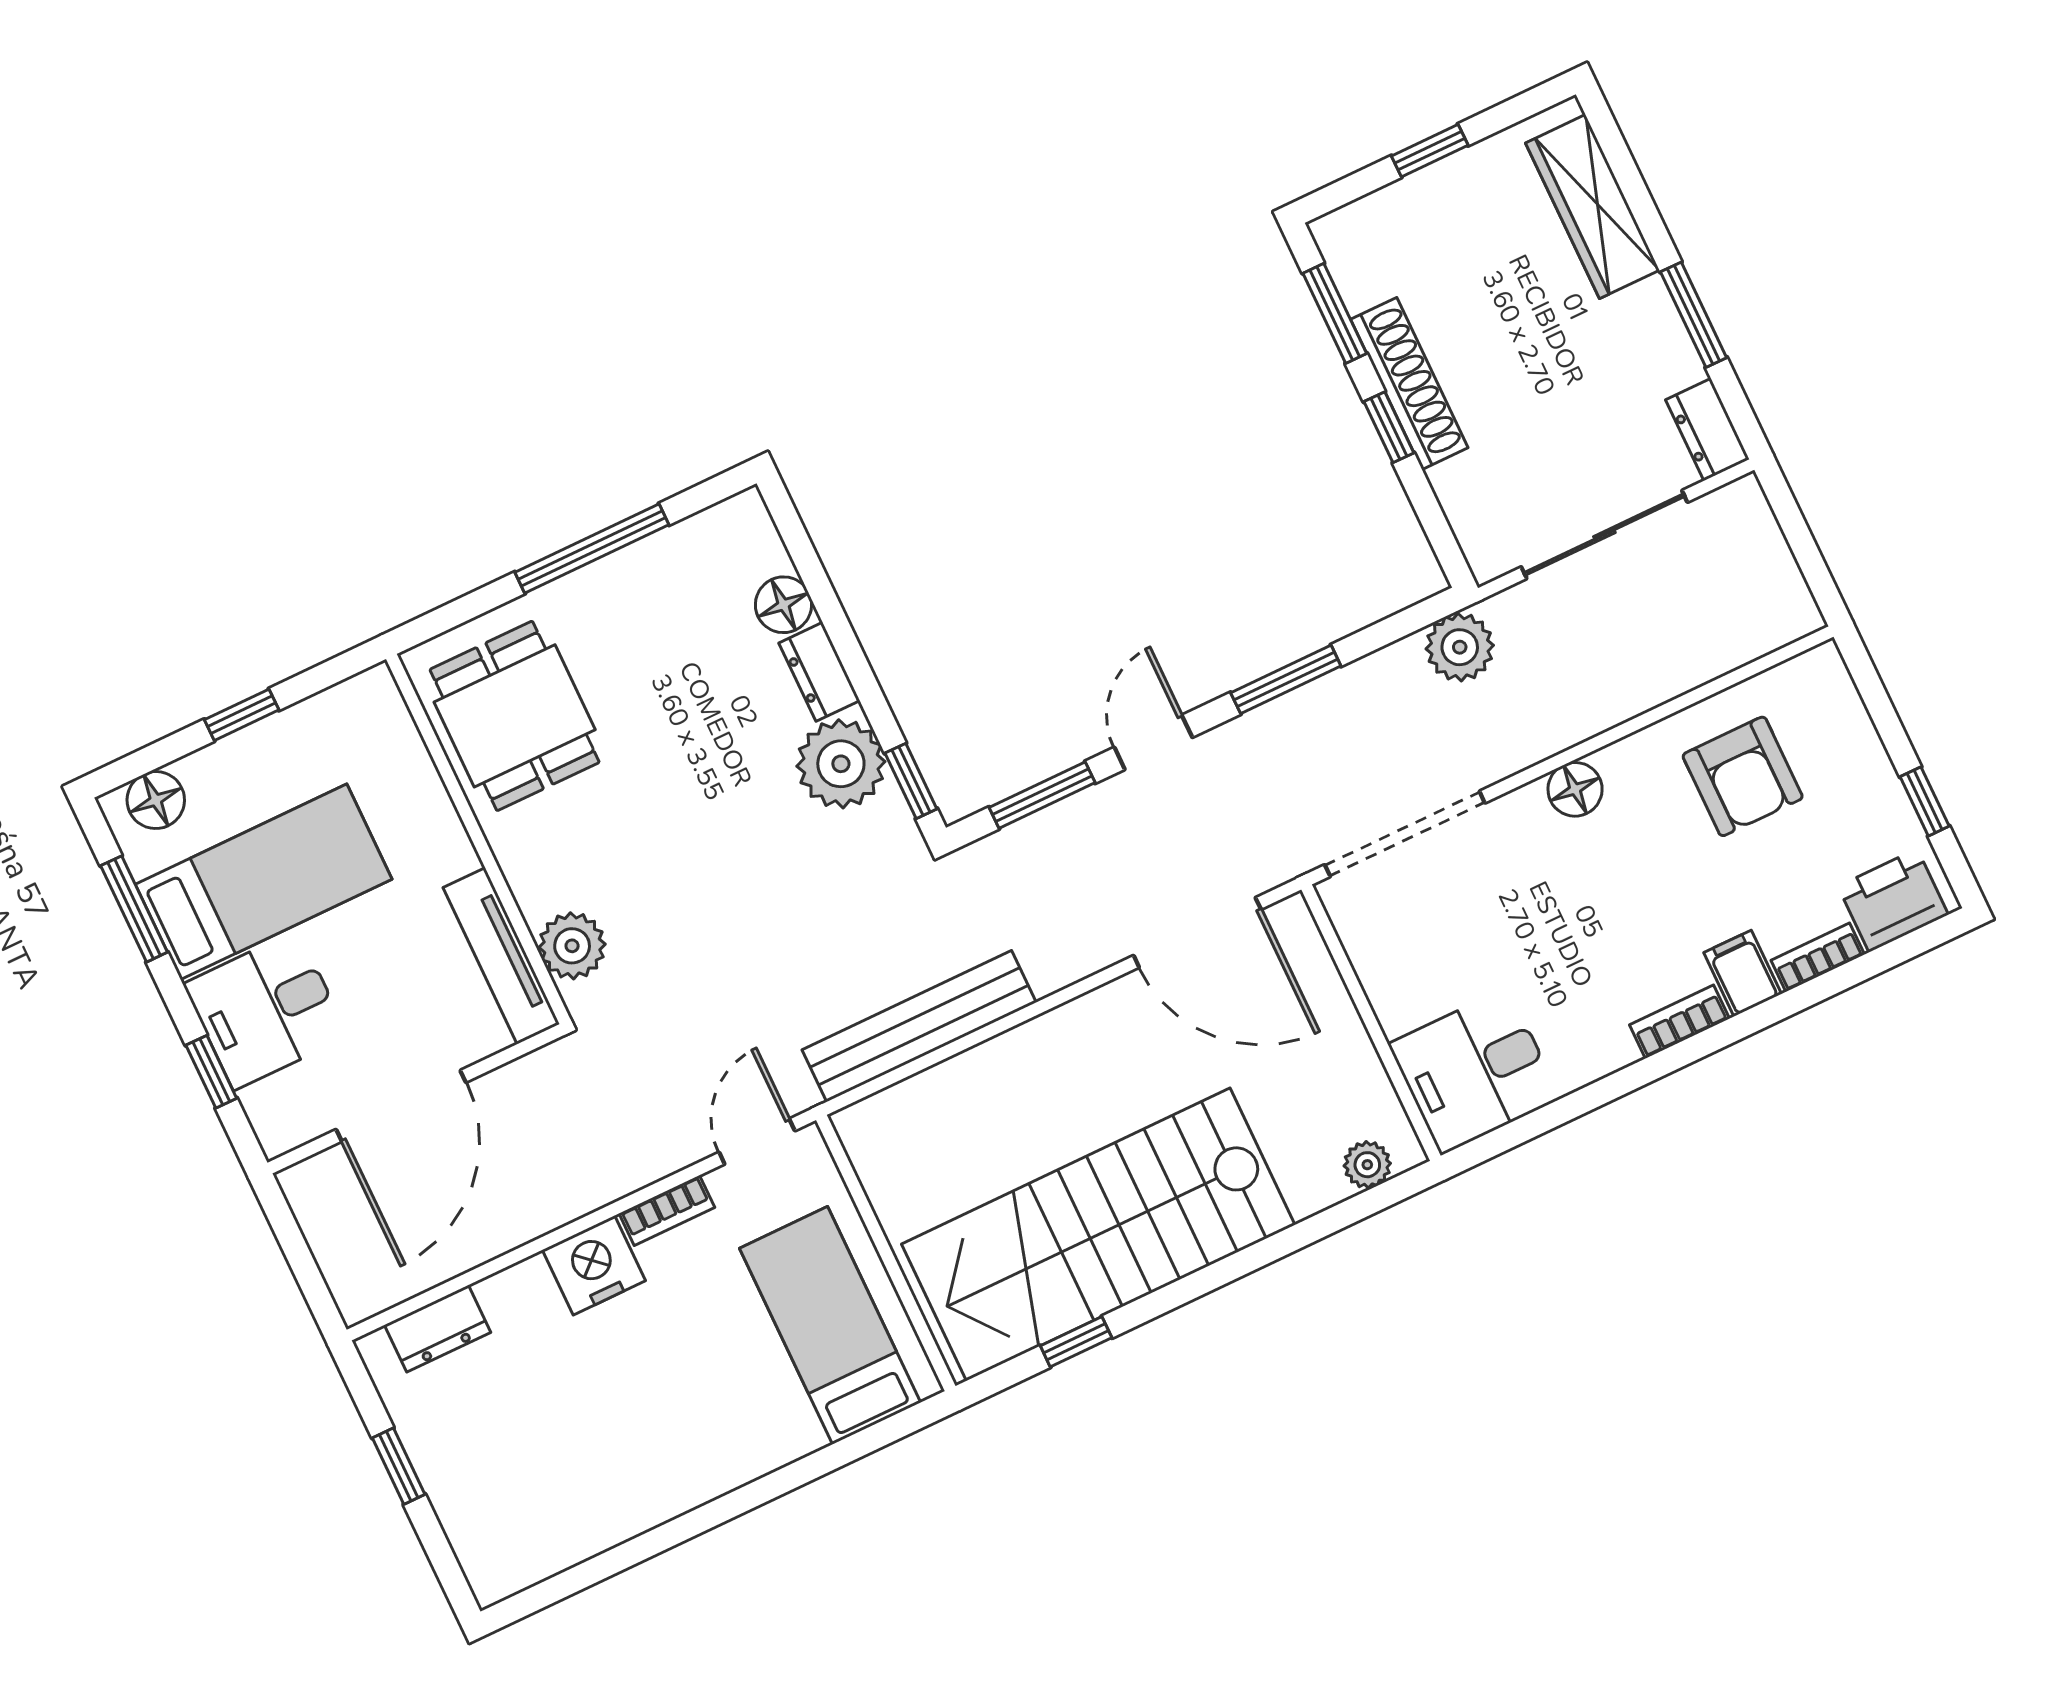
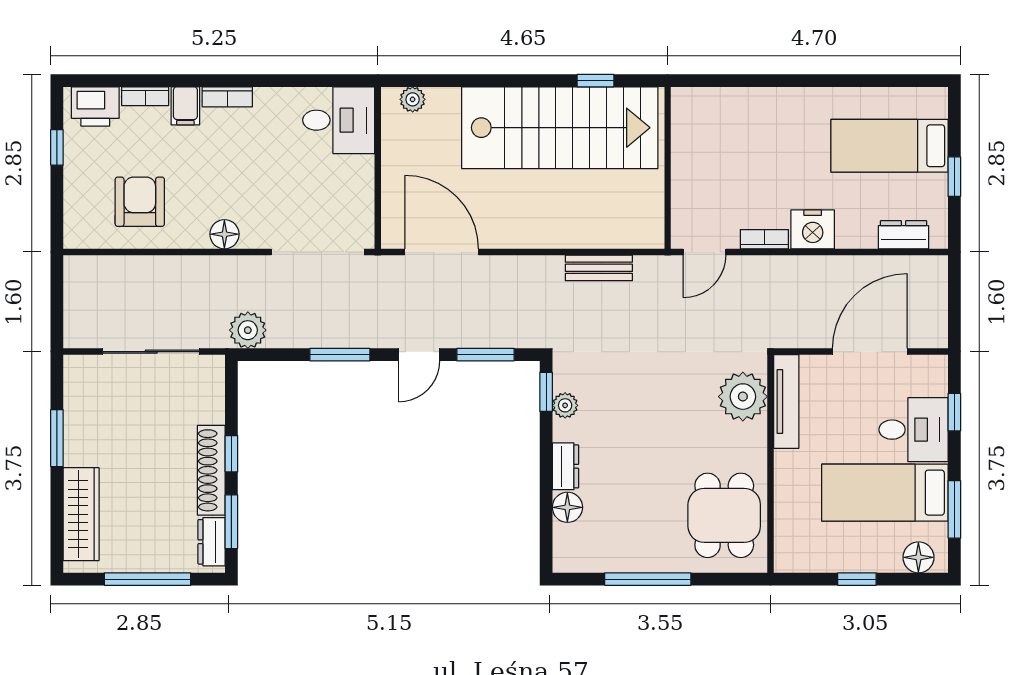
window: (1430, 151) -> (148, 579), width x2.17
dresser: (1707, 430) -> (212, 542), moved, turned 180
plant: (841, 764) -> (565, 405), width x0.53, depth x0.53
plant: (572, 946) -> (743, 397), width x1.36, depth x1.36
bench: (919, 1026) -> (599, 268), width x0.54, depth x0.82
bed: (830, 1325) -> (889, 146), moved, turned 90

